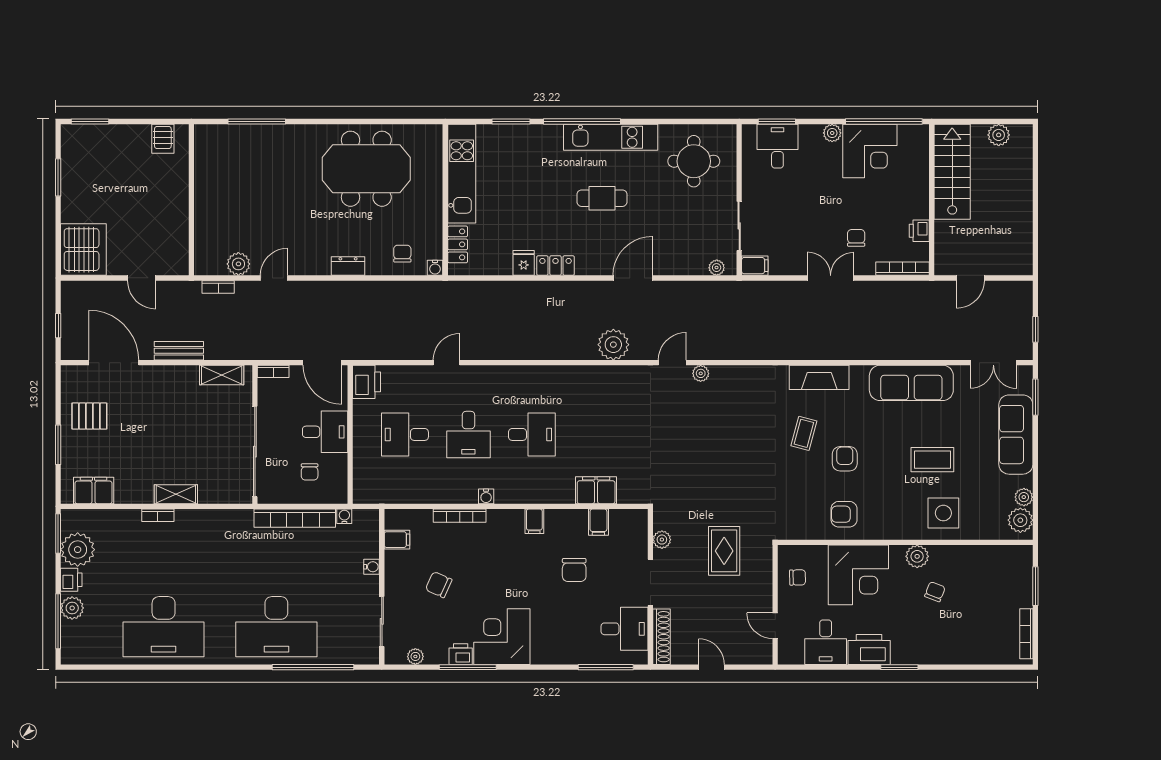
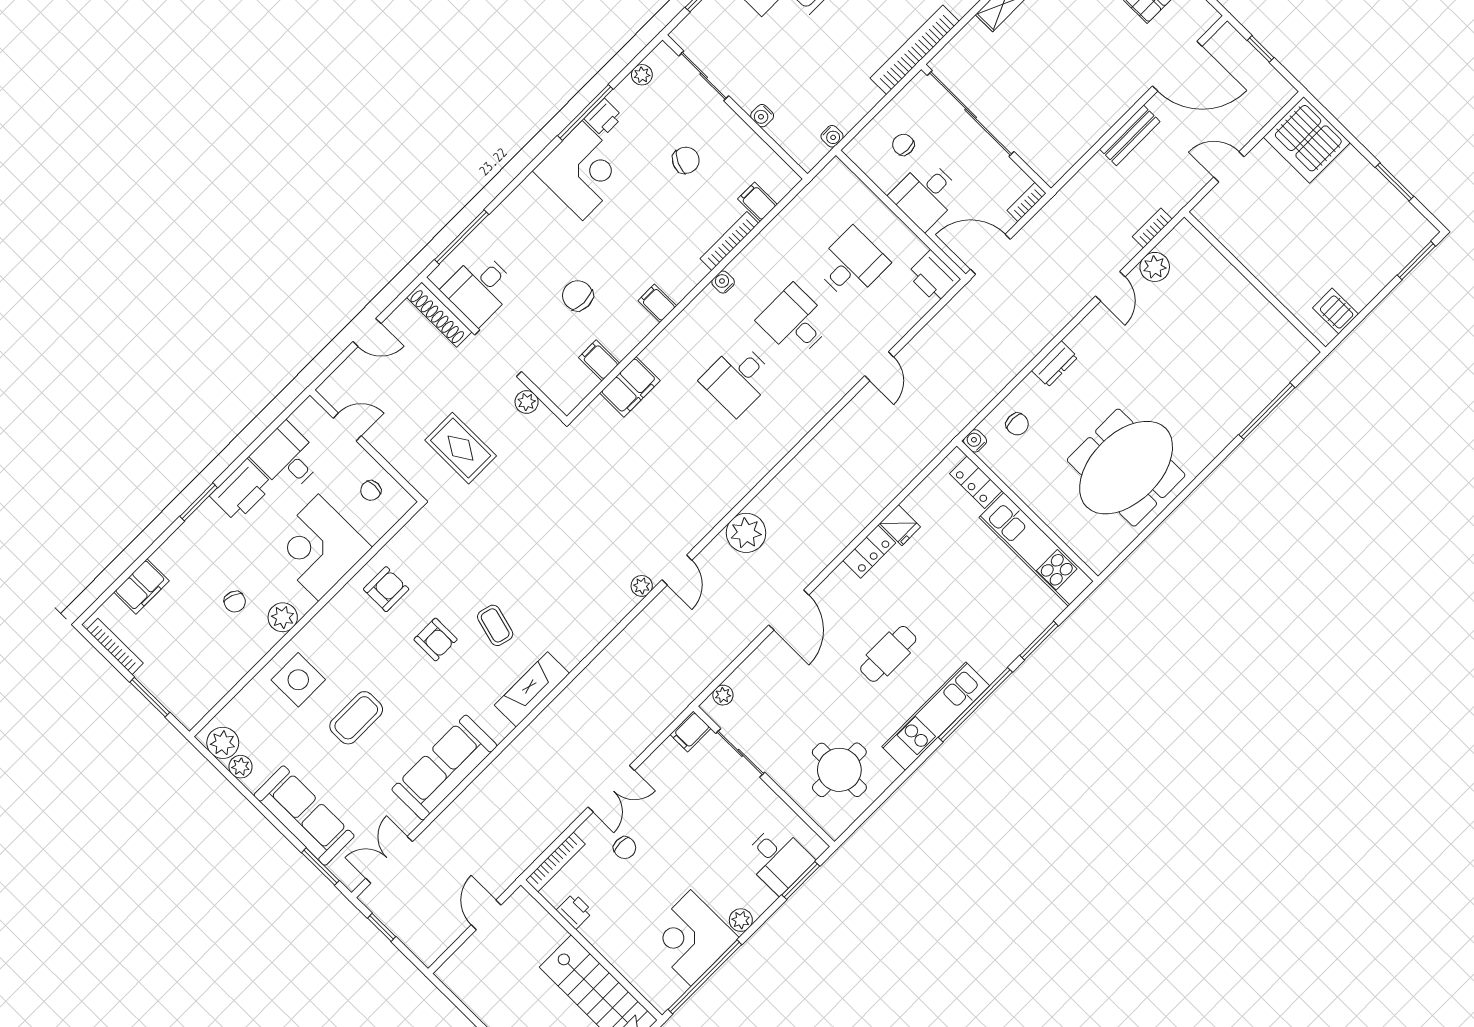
shelving: (222, 375) -> (1070, 152), removed
bookcase: (295, 518) -> (915, 50), moved
filing cabinet: (397, 540) -> (757, 202), moved, turned 90
filing cabinet: (978, 652) -> (141, 586), added

